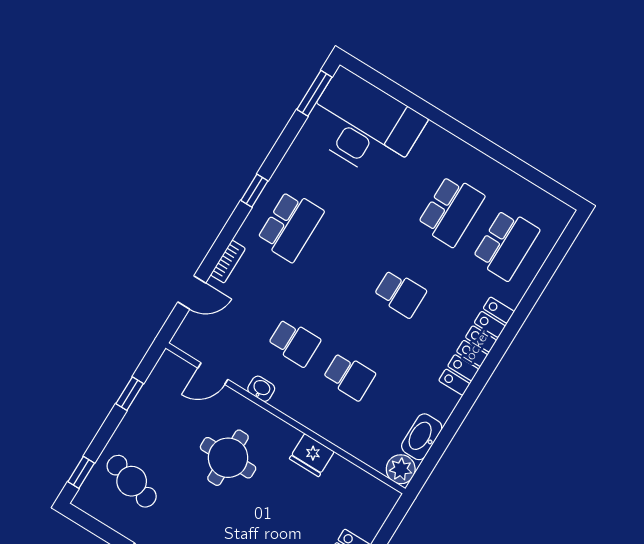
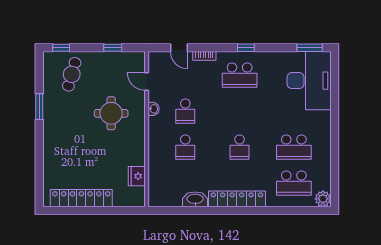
washbasin: (422, 437) -> (195, 199), moved
fridge: (312, 455) -> (137, 176), moved
plant: (401, 469) -> (323, 199), moved

